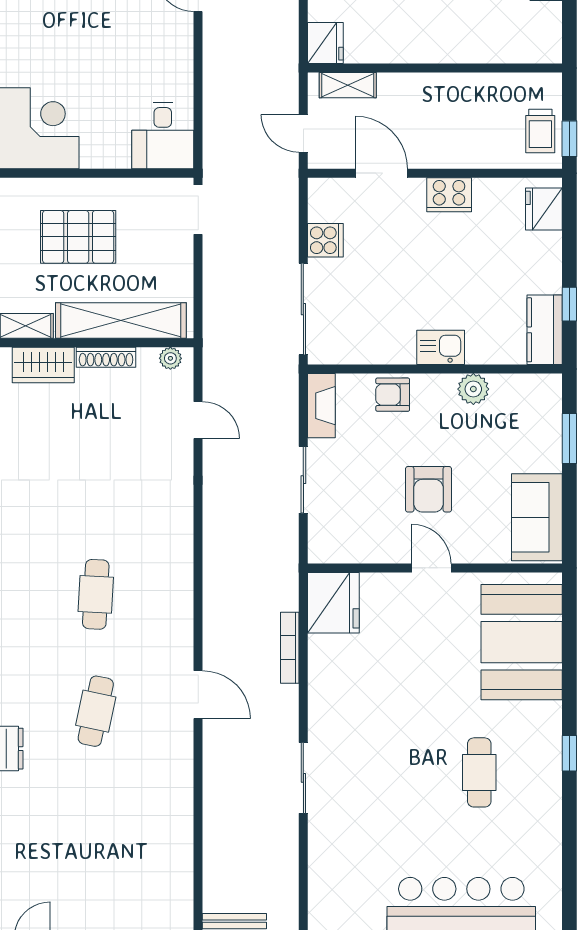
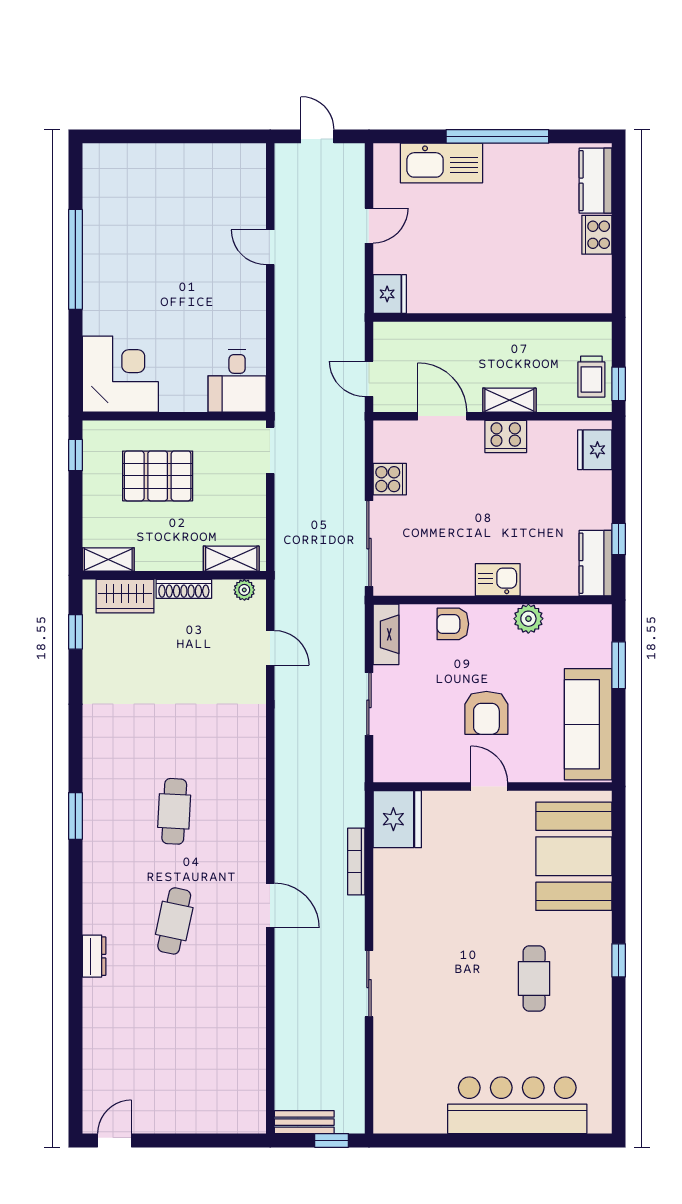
shelving: (348, 85) -> (509, 400), moved
shelving: (121, 321) -> (231, 559), width x0.45, depth x0.75
sofa: (537, 517) -> (588, 724), width x1.36

